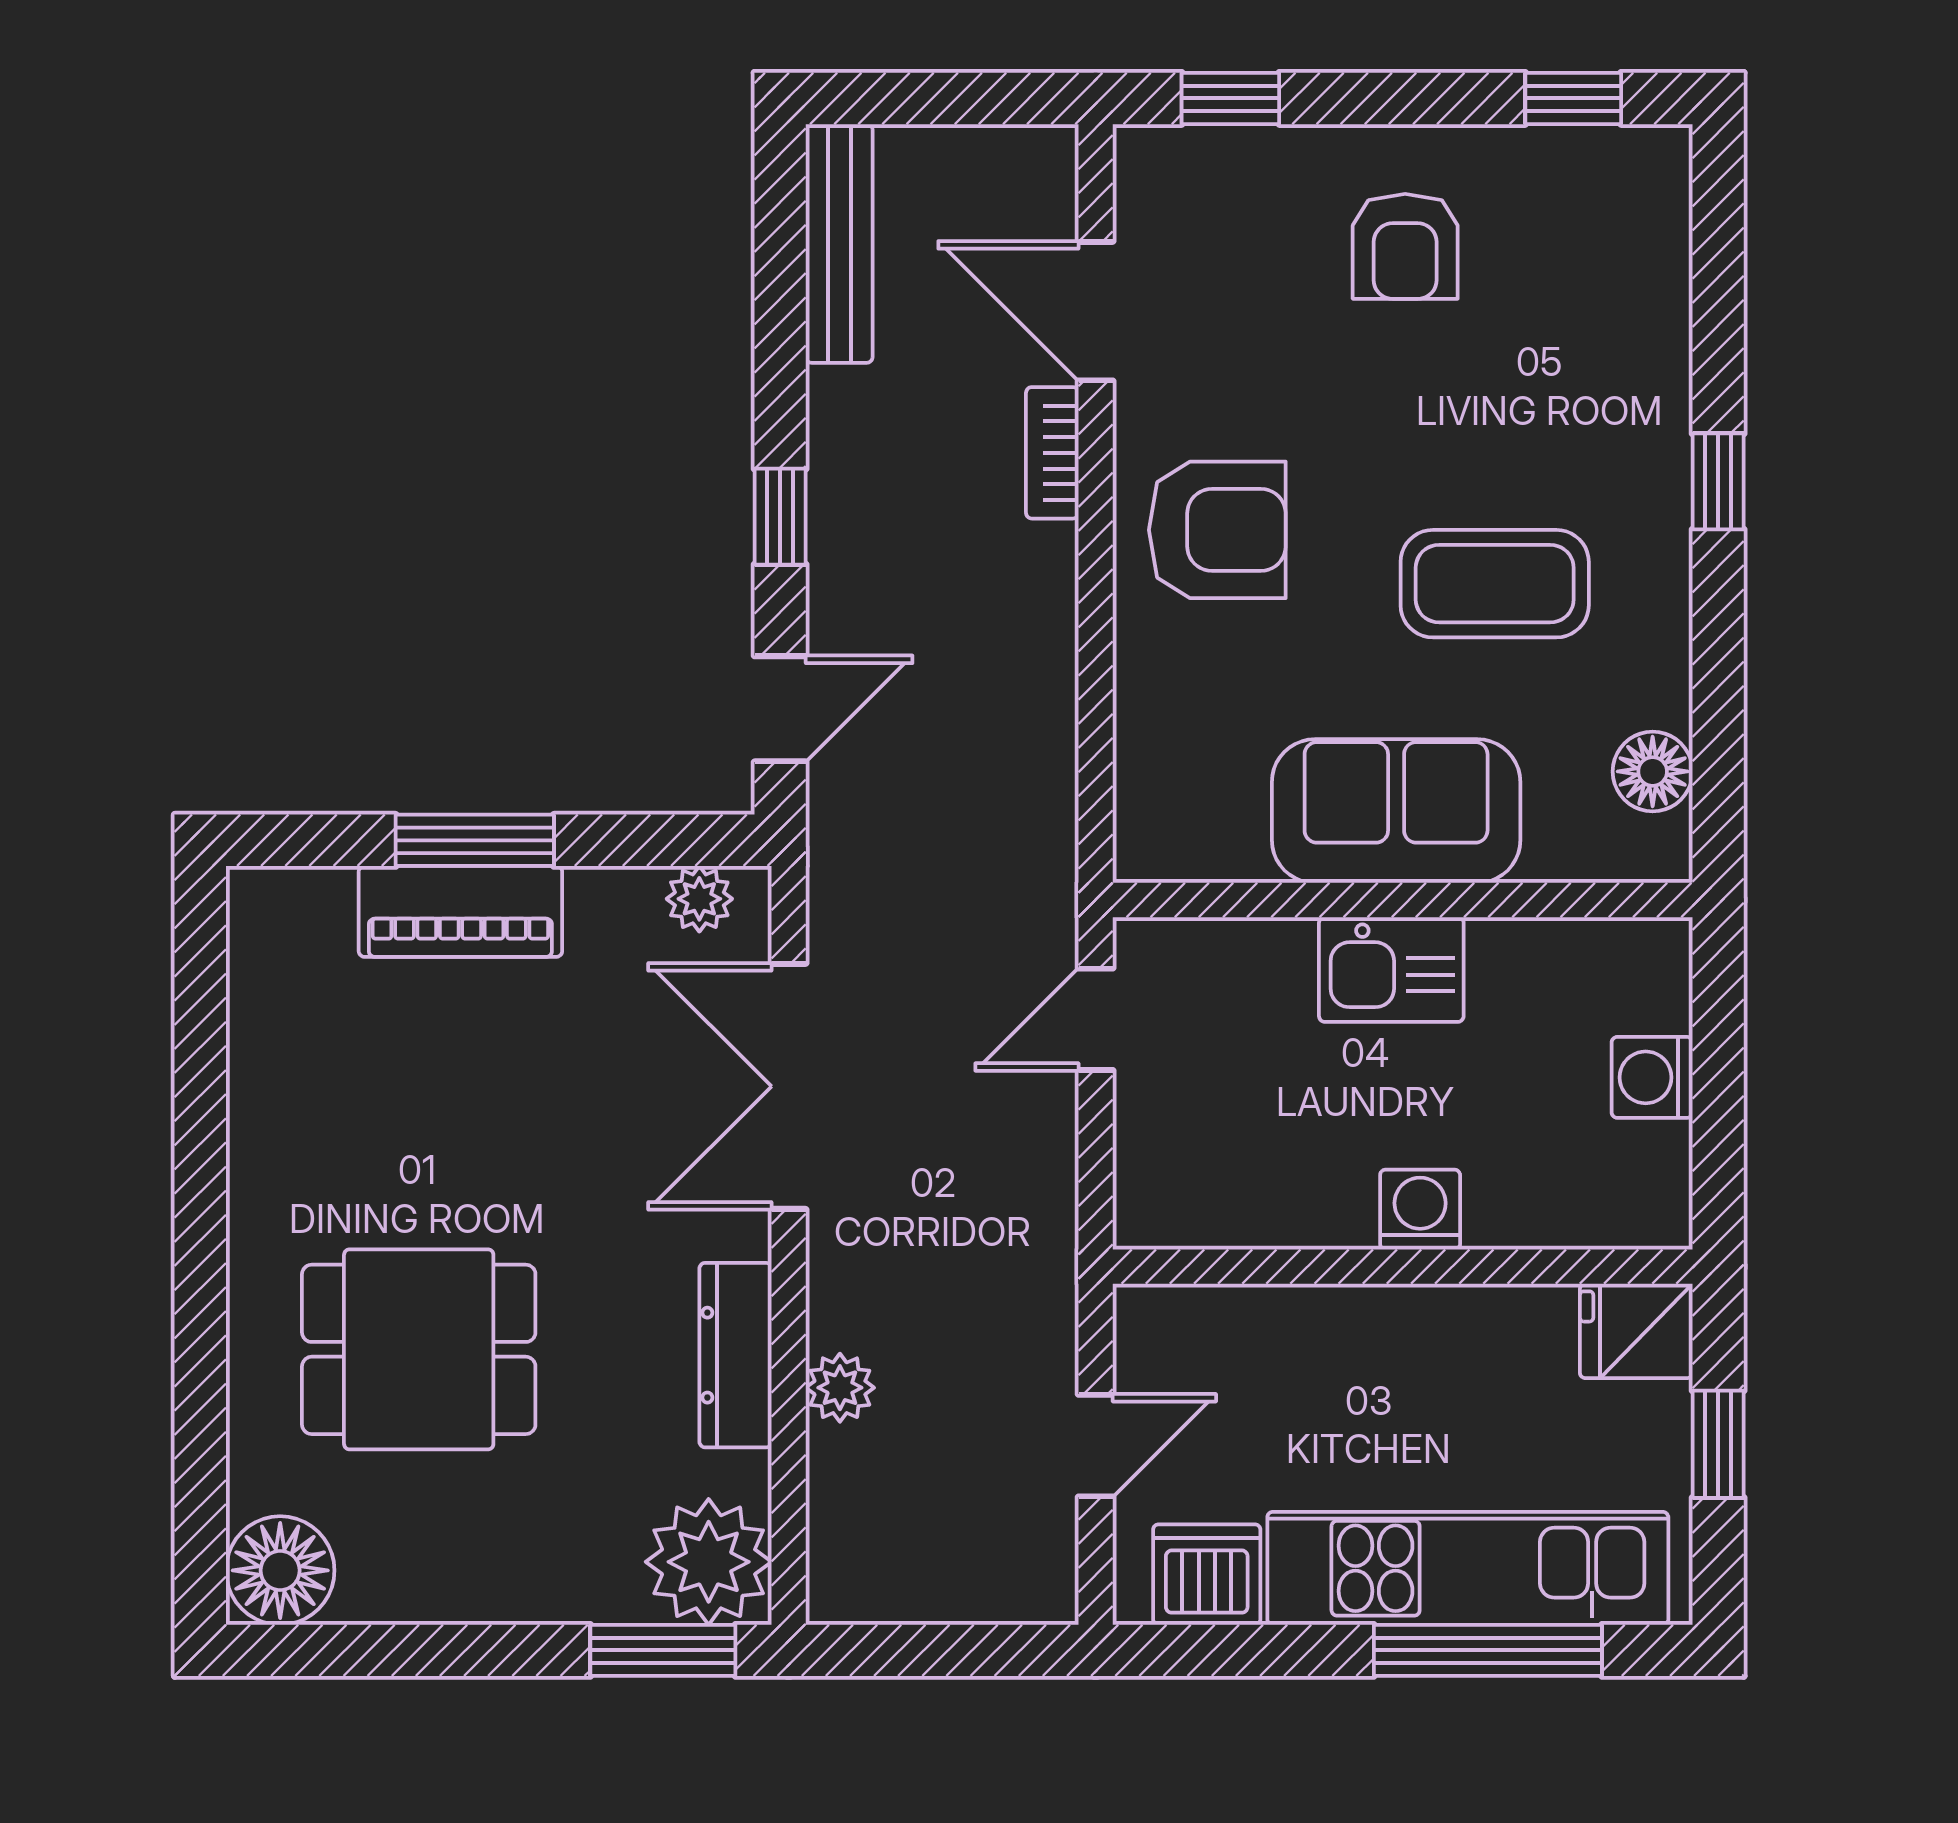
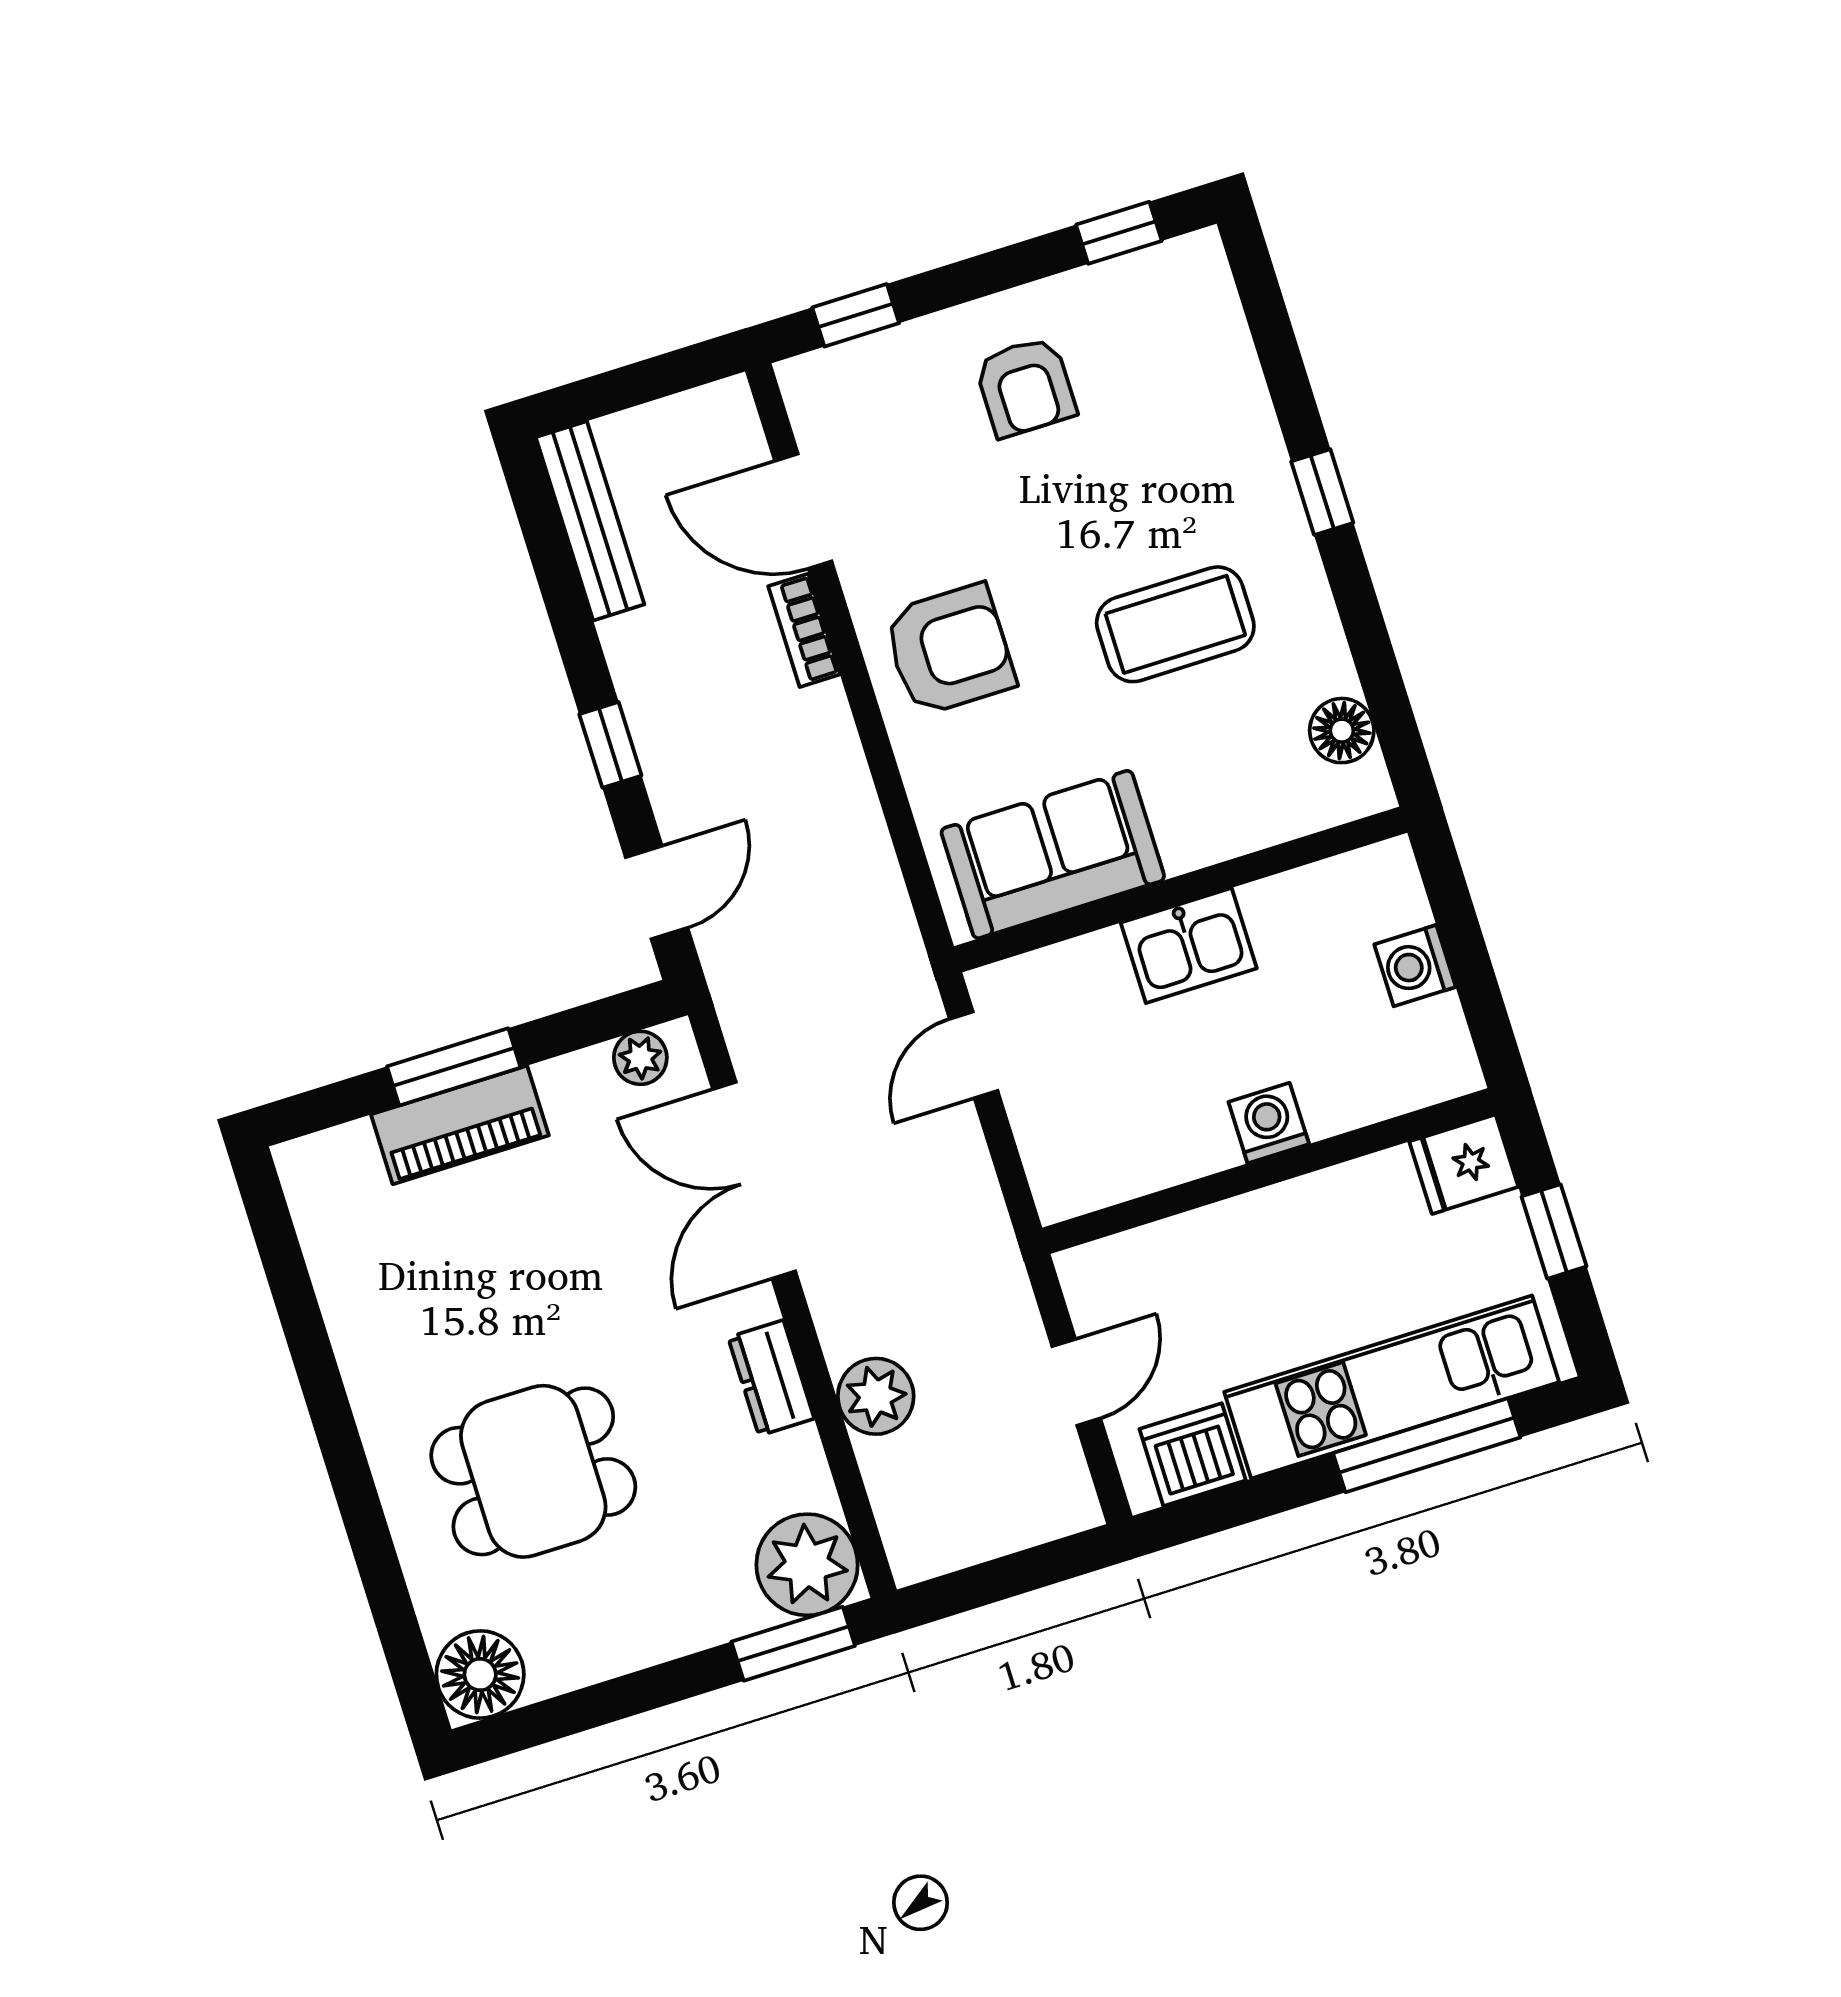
sofa: (1396, 811) -> (1053, 855), moved
dresser: (735, 1355) -> (771, 1378), width x0.70
plant: (840, 1388) -> (876, 1396), width x1.38, depth x1.38

